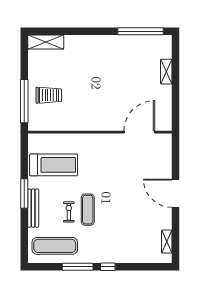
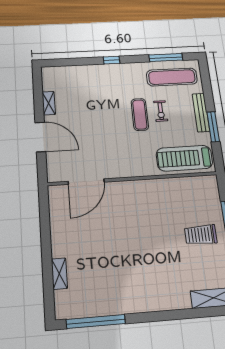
wall: (100, 132) -> (133, 179), moved
door: (139, 132) -> (86, 182), moved
shelving: (167, 242) -> (49, 103), moved
window: (78, 267) -> (166, 58), moved

